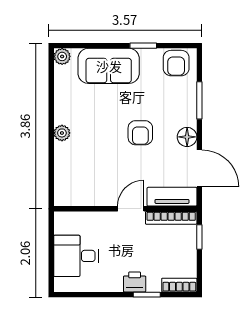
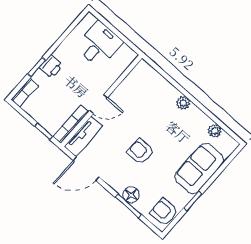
plant: (62, 56) -> (215, 131), moved
floor lamp: (187, 137) -> (131, 195), moved
door: (131, 209) -> (99, 104), hinge flipped

